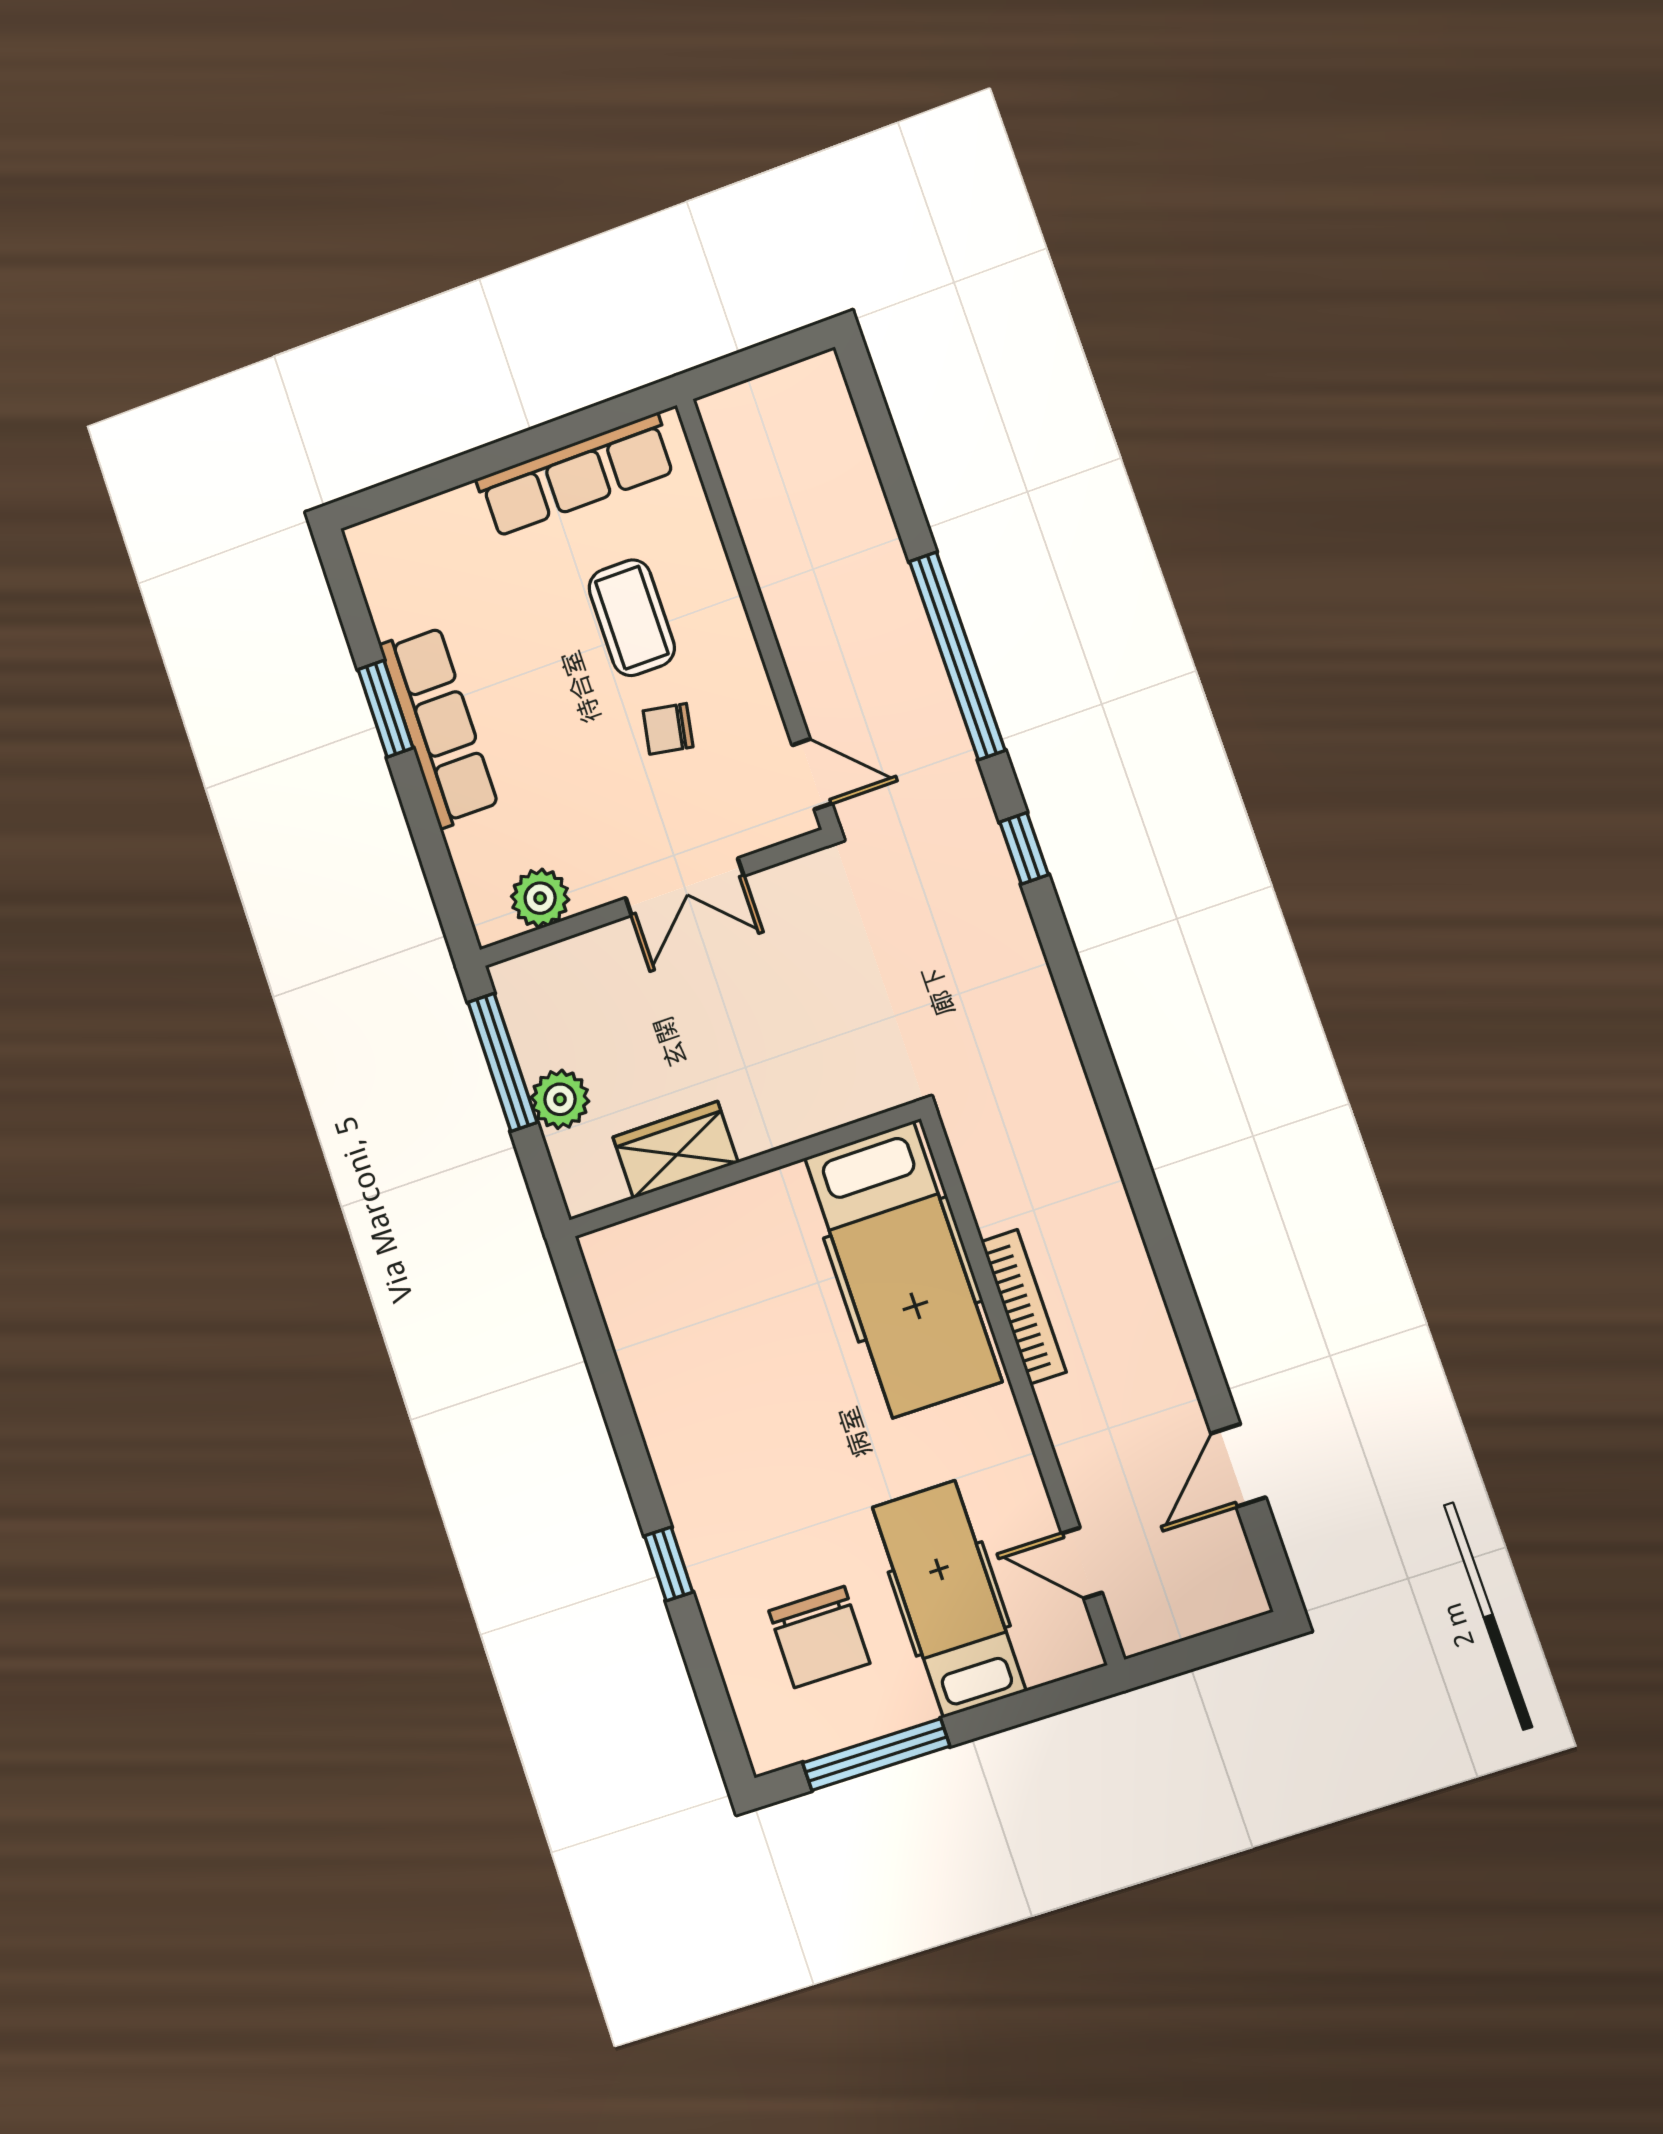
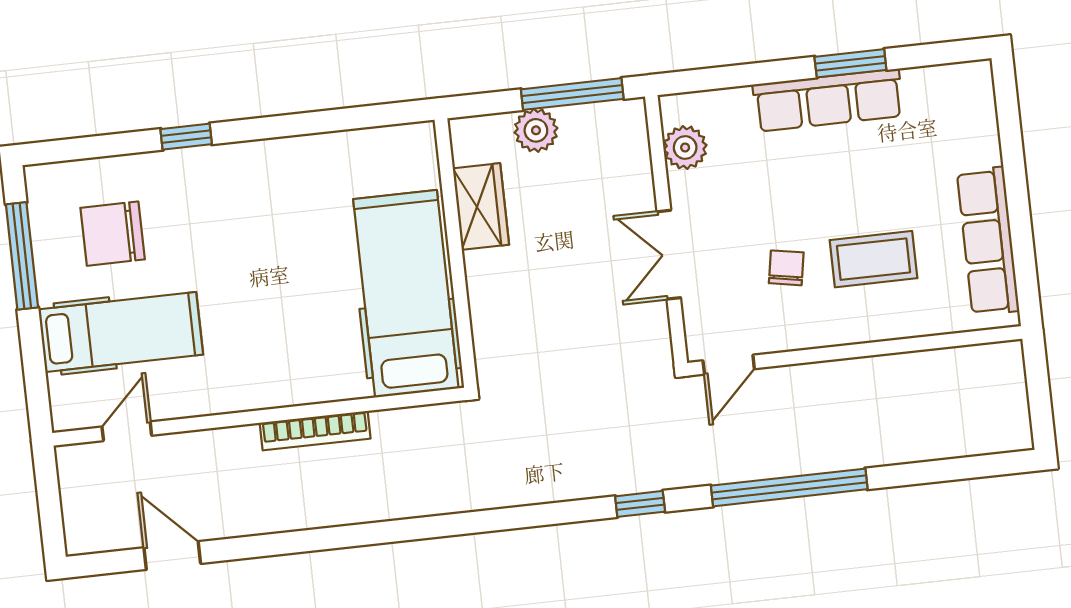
hospital bed: (903, 1269) -> (406, 294), moved, turned 90

